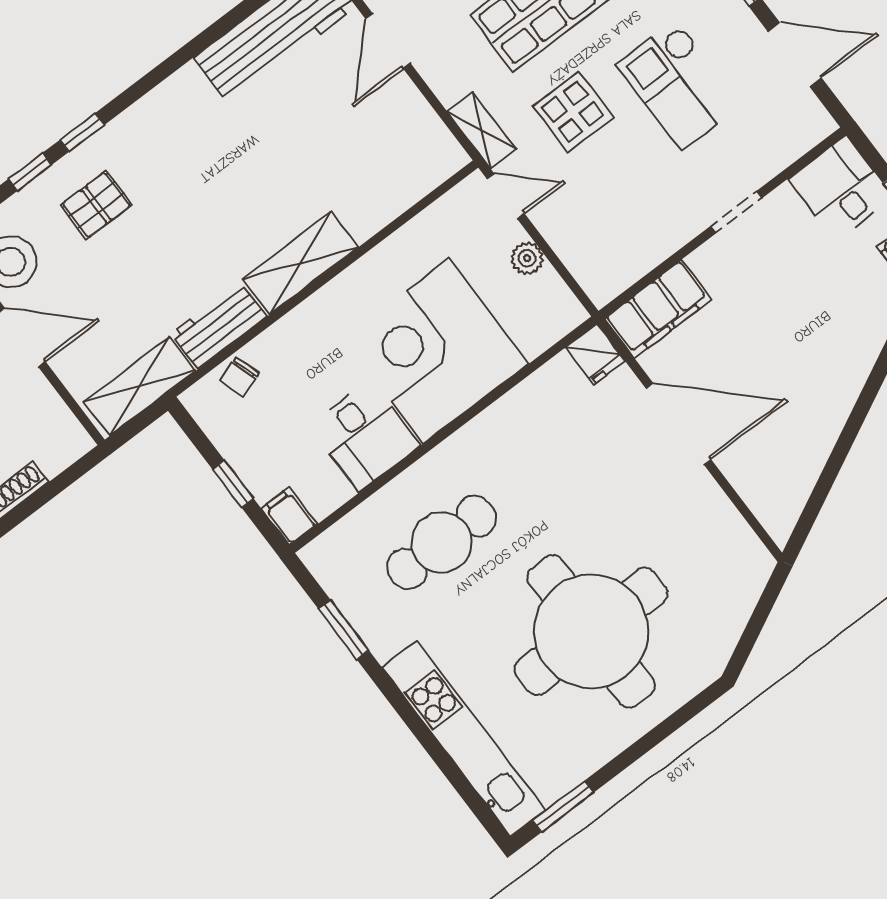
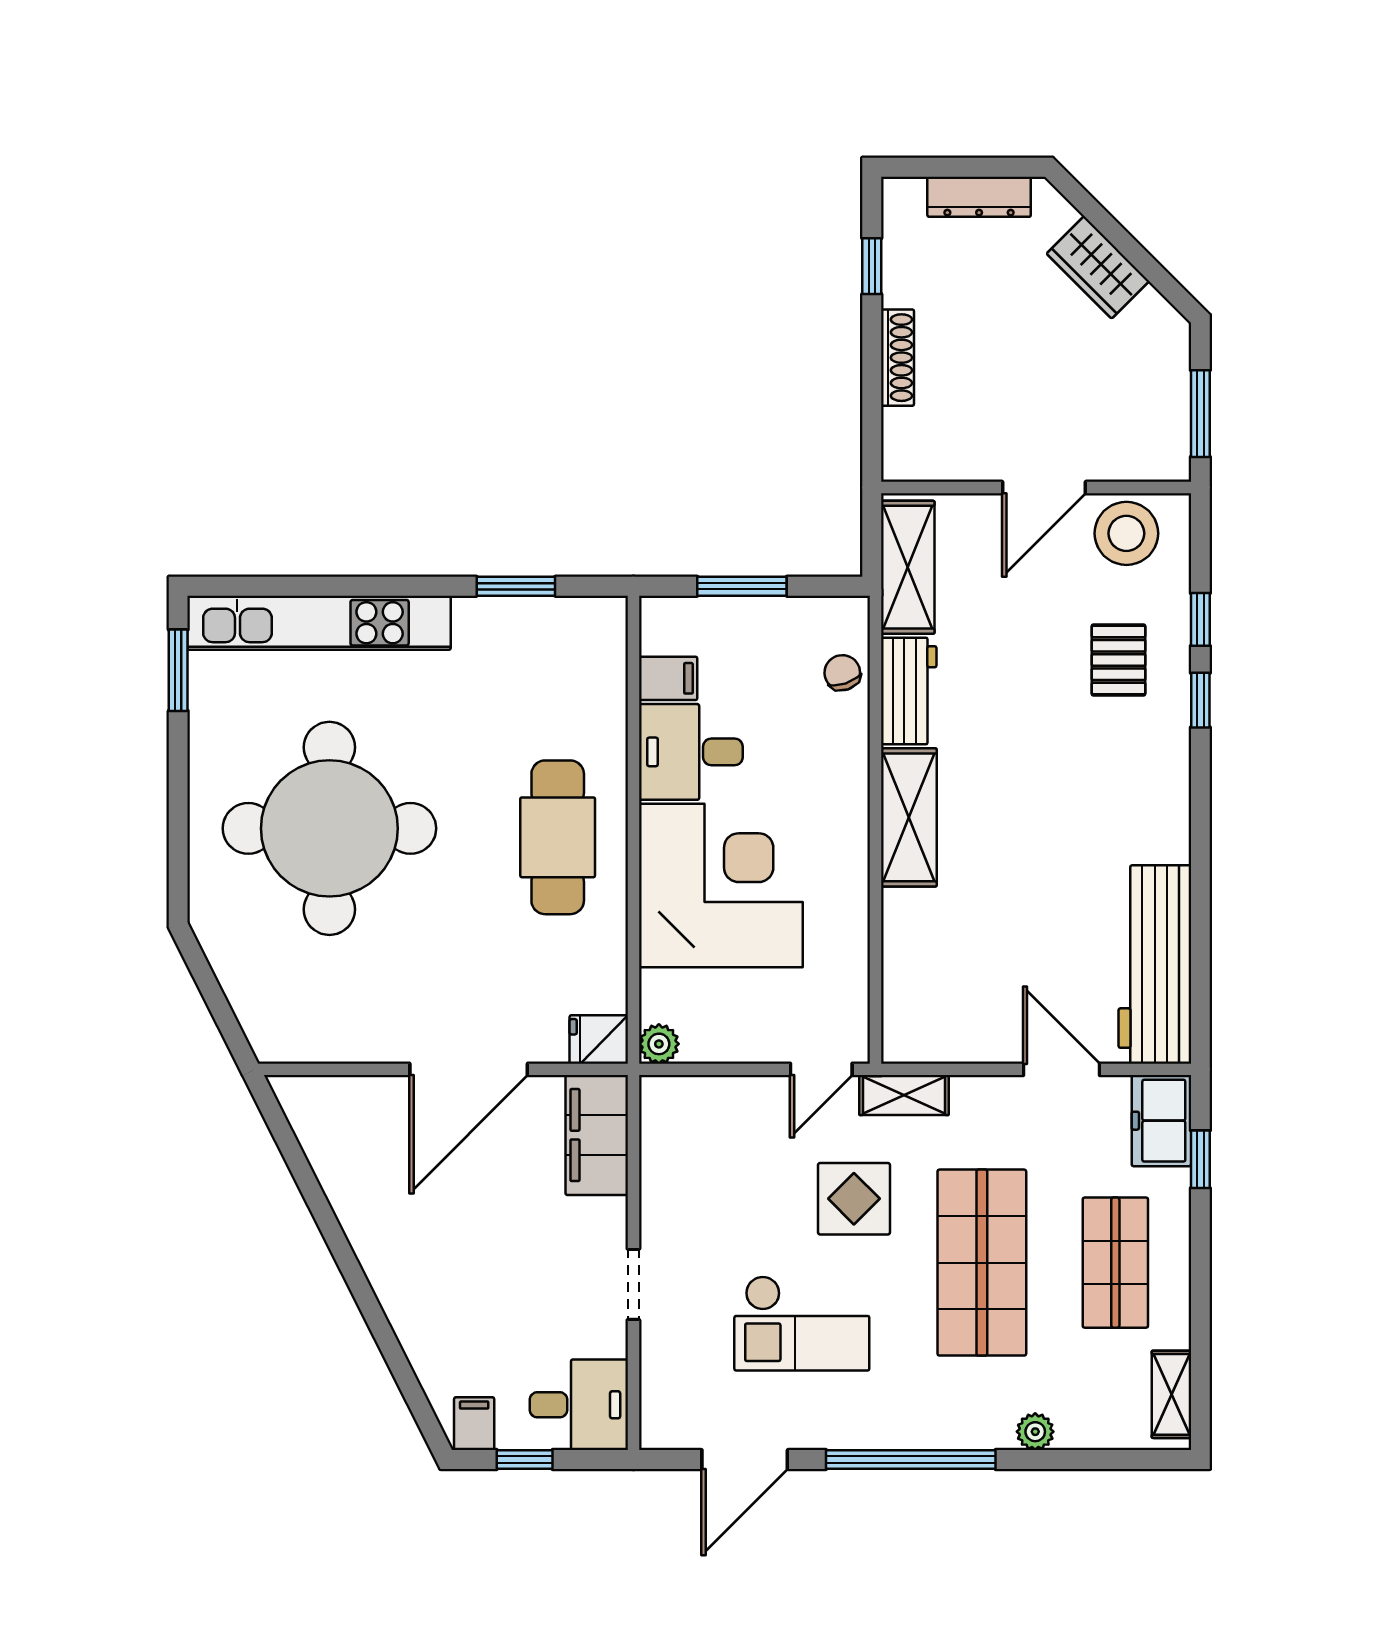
checkout: (679, 84) -> (802, 1323), turned 180
plant: (527, 258) -> (659, 1044), moved
window: (233, 484) -> (742, 586), width x1.50
filing cabinet: (289, 516) -> (668, 678), moved
cafe table: (442, 543) -> (558, 837), moved

